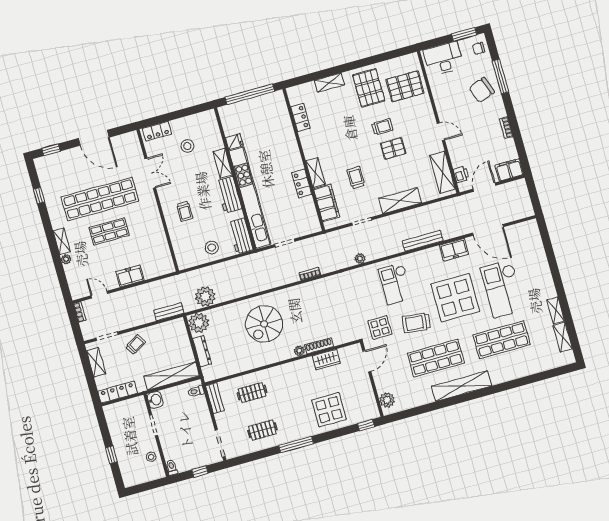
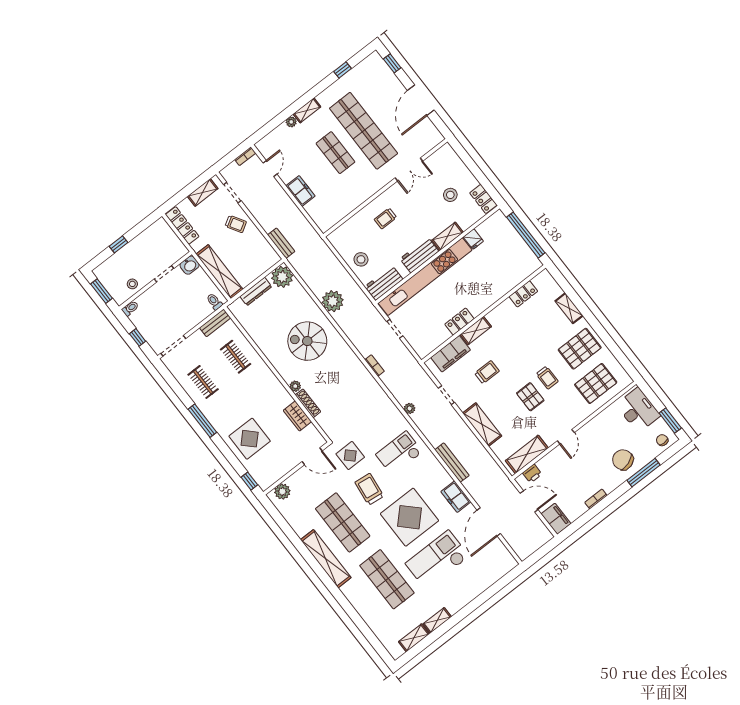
pallet: (405, 86) -> (596, 384), turned 90
locker: (157, 131) -> (483, 199), moved
plant: (205, 297) -> (333, 301), moved
window: (146, 486) -> (102, 291), added

